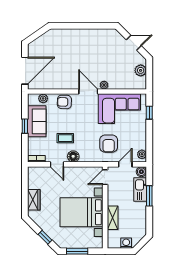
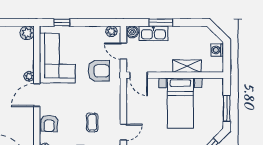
plant: (141, 70) -> (27, 33), moved
floor lamp: (73, 156) -> (114, 113), removed
bed with nightstands: (82, 212) -> (180, 103), width x0.73

